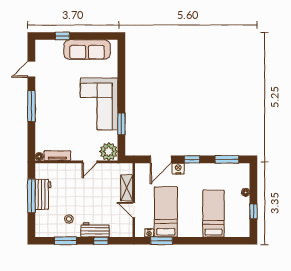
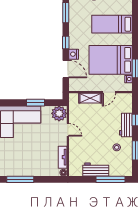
window: (31, 196) -> (110, 179), moved
bed: (166, 212) -> (111, 60), width x1.50

